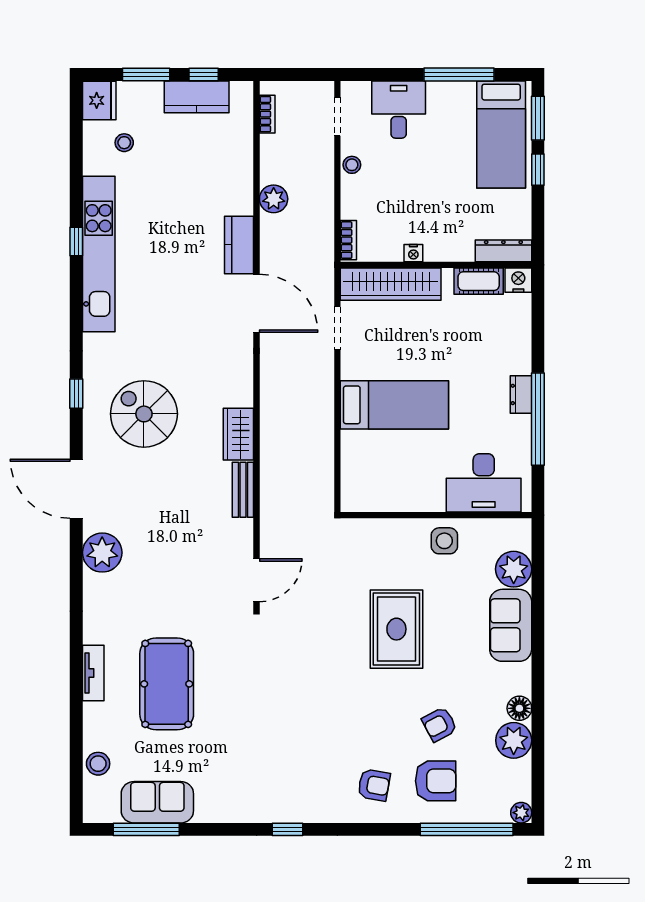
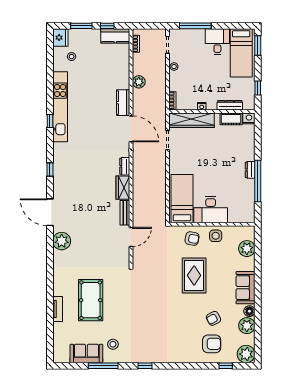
window: (459, 74) -> (195, 26), moved
kitchen counter: (197, 97) -> (115, 36), moved
desk: (399, 110) -> (217, 42), moved
window: (538, 170) -> (258, 88), moved
window: (76, 241) -> (50, 121), moved
dresser: (503, 251) -> (230, 105), moved
dresser: (243, 386) -> (125, 166), added
bed: (394, 405) -> (182, 199), moved, turned -90
spiral stairs: (144, 414) -> (80, 179), removed
desk: (484, 483) -> (211, 210), moved
door: (257, 580) -> (131, 237), moved
sofa: (511, 625) -> (245, 288), moved
tv unit: (93, 673) -> (58, 309), moved
stool: (98, 764) -> (113, 344), moved
armchair: (374, 785) -> (192, 239), moved
plant: (521, 813) -> (246, 354), width x1.87, depth x1.87
window: (146, 829) -> (103, 366), moved
window: (467, 829) -> (226, 366), width x0.32

